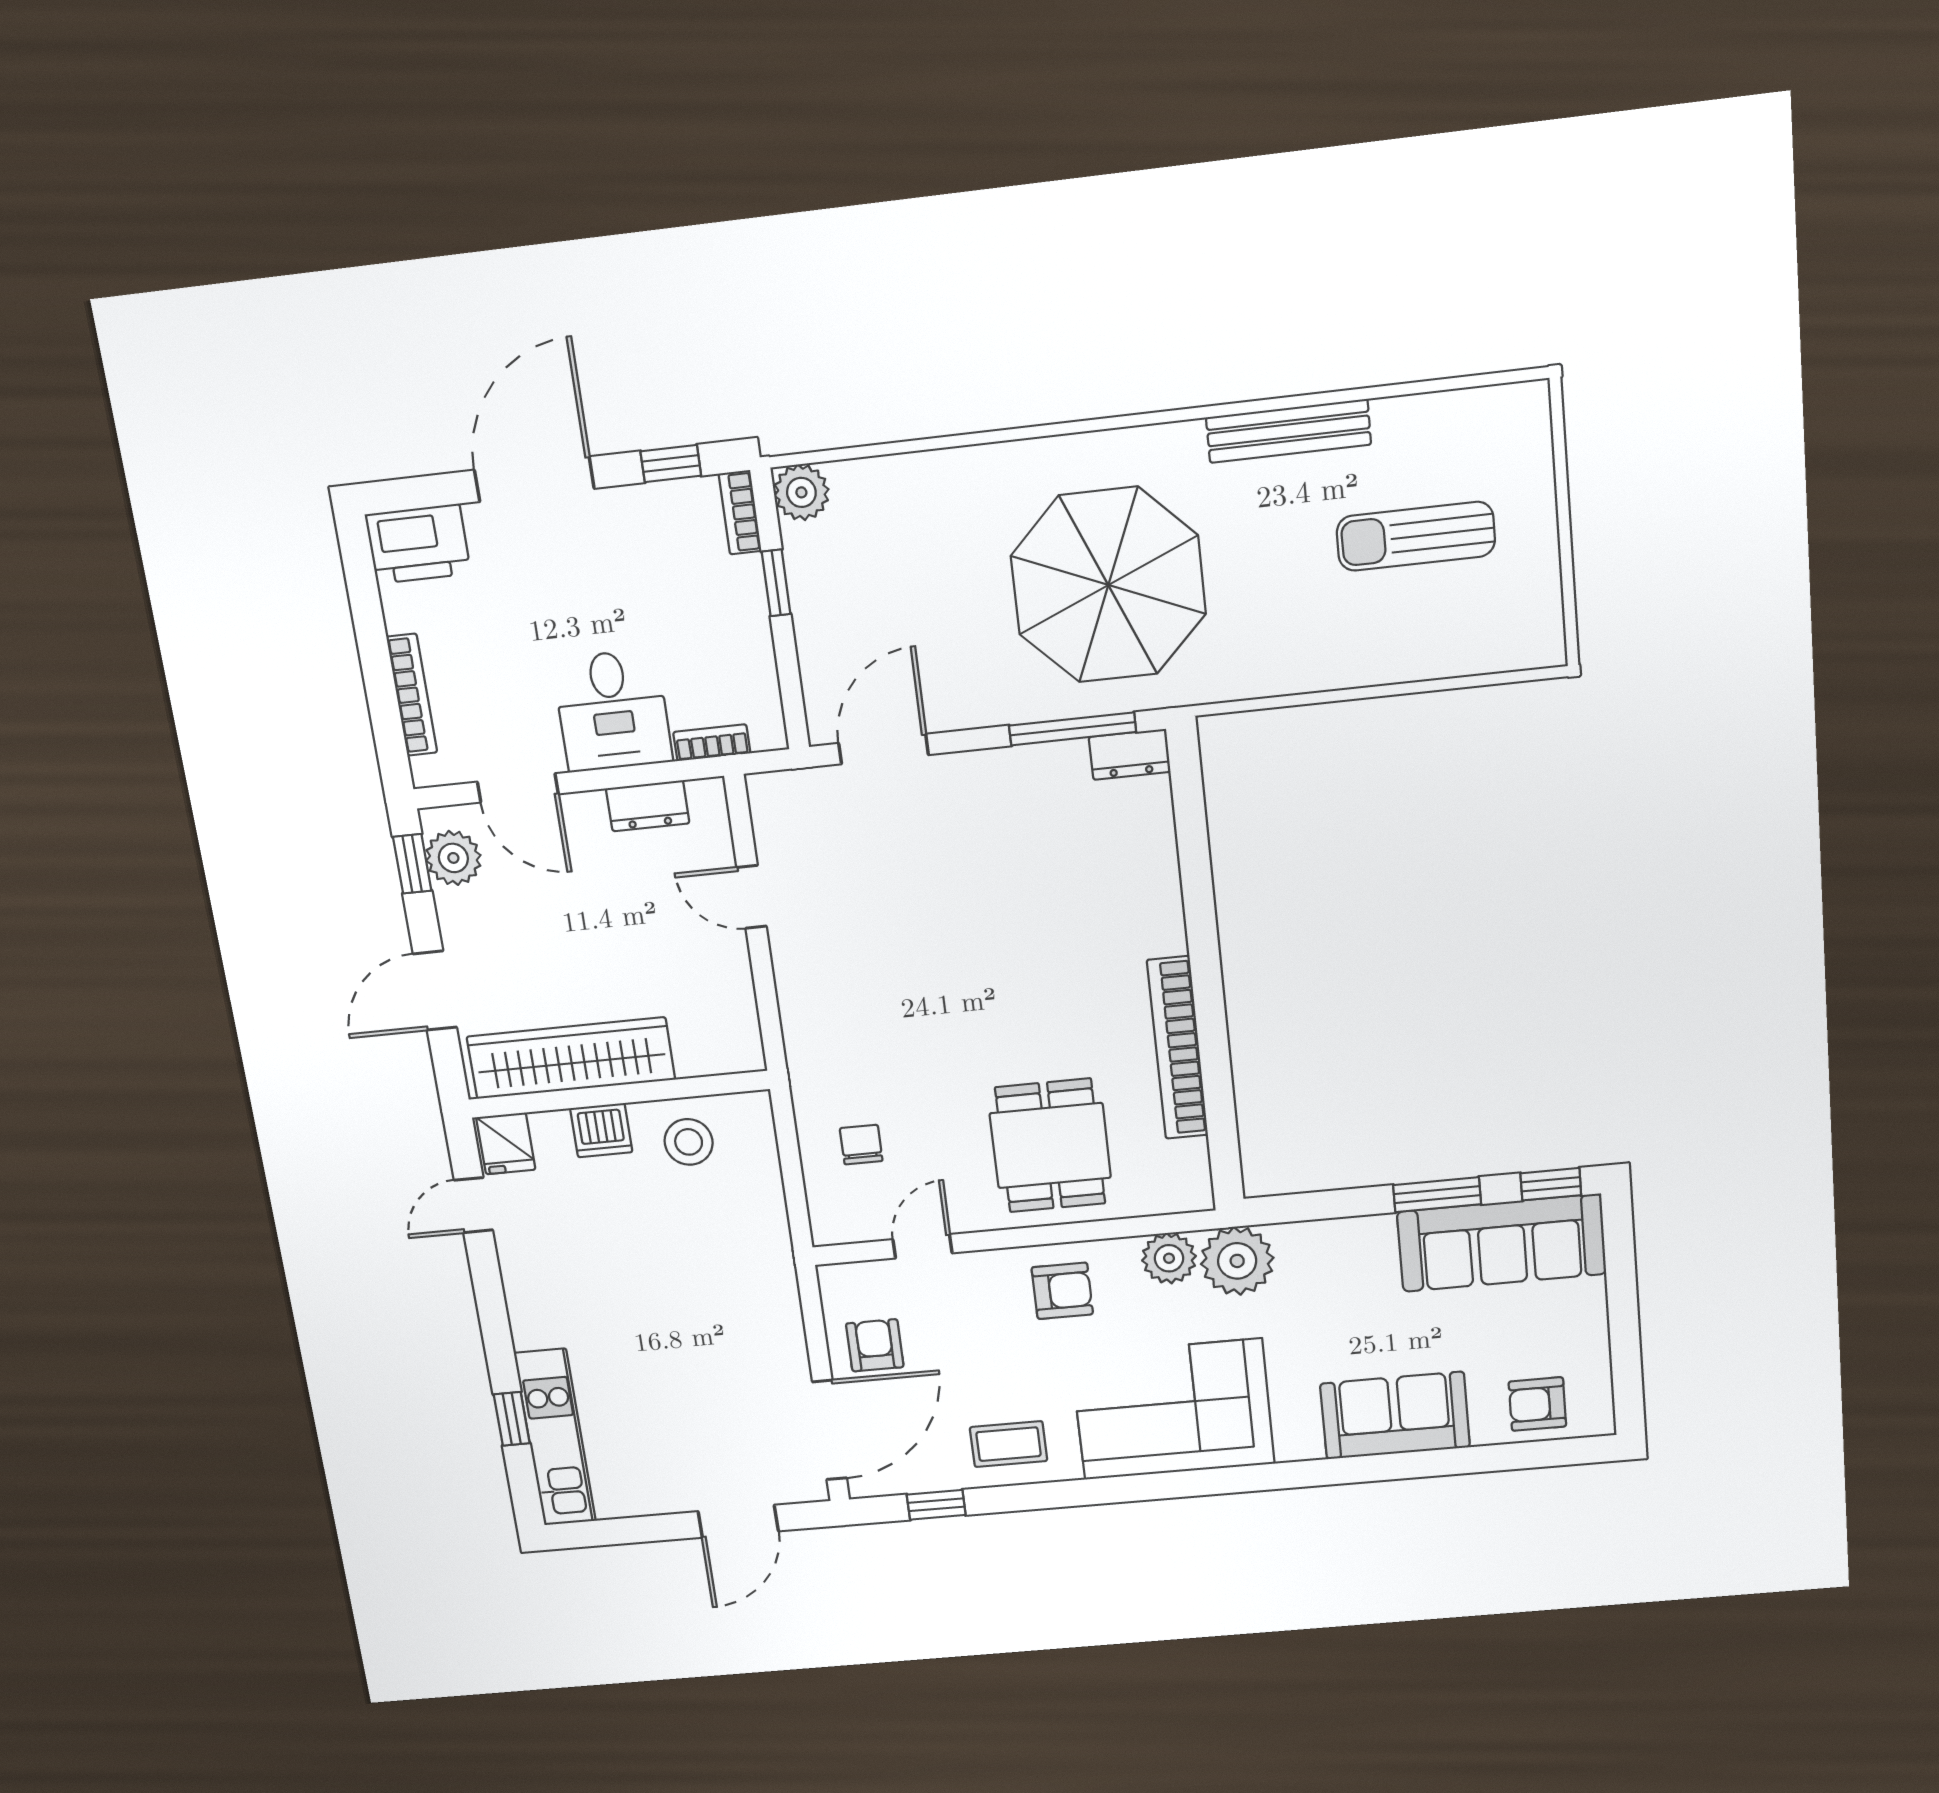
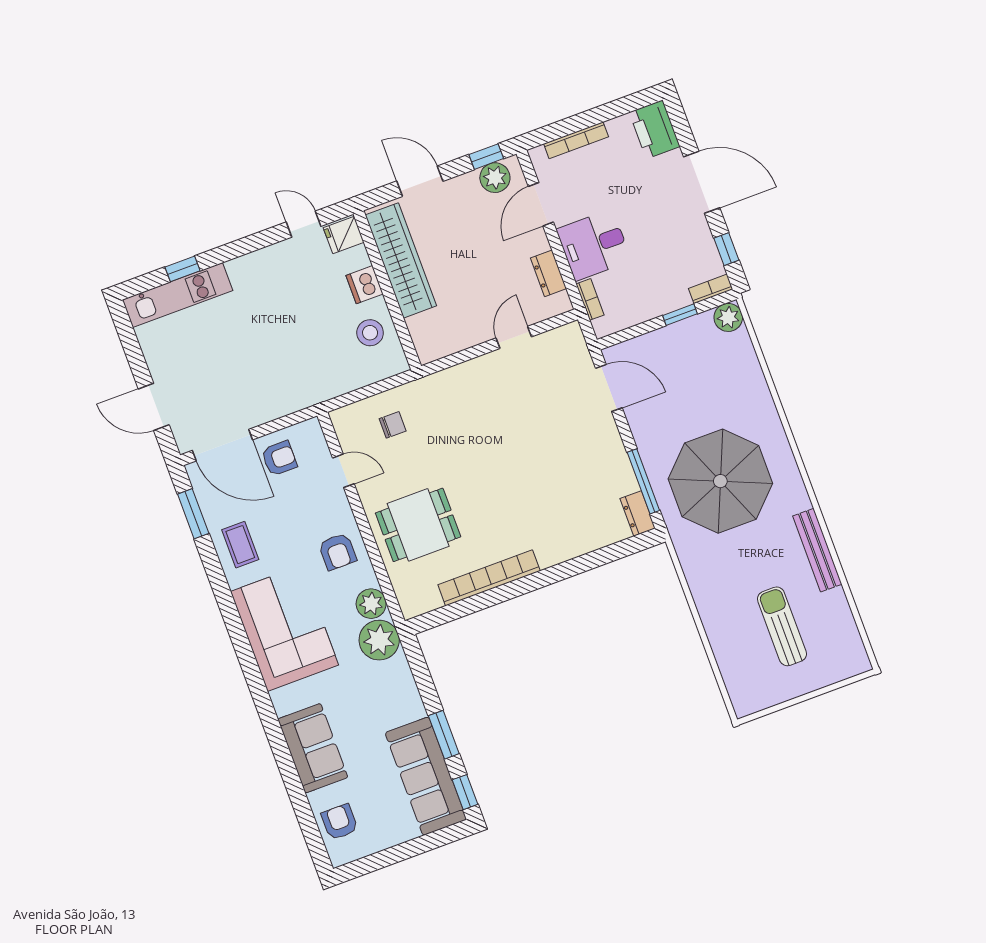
window: (936, 1505) -> (193, 514), width x1.50

